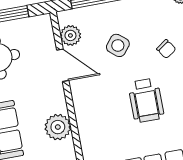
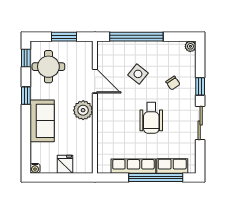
plant: (70, 35) -> (105, 60), removed
plant: (58, 127) -> (83, 110), moved

